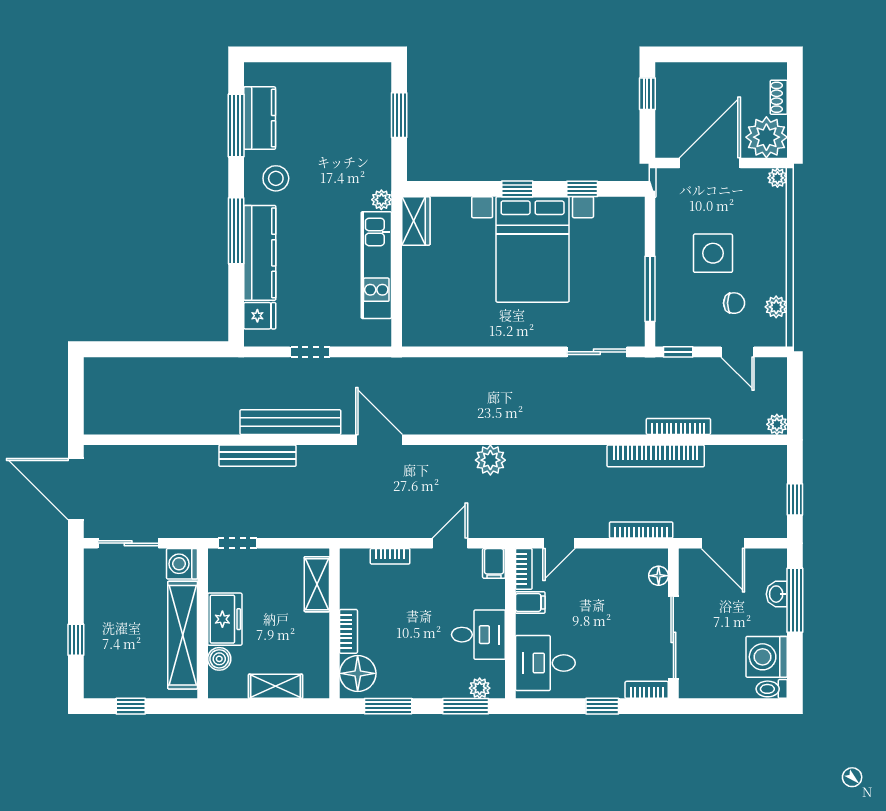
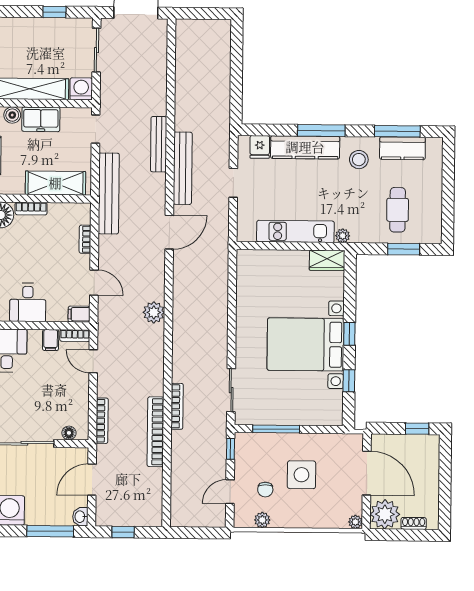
cafe table: (345, 124) -> (398, 210), added
plant: (777, 424) -> (177, 520), removed
bookcase: (678, 426) -> (177, 406), moved
bench: (326, 524) -> (109, 193), added
shelving: (317, 584) -> (55, 183), width x1.50, depth x1.33
washbasin: (777, 594) -> (80, 517), moved, turned -90
window: (76, 640) -> (54, 12), moved

